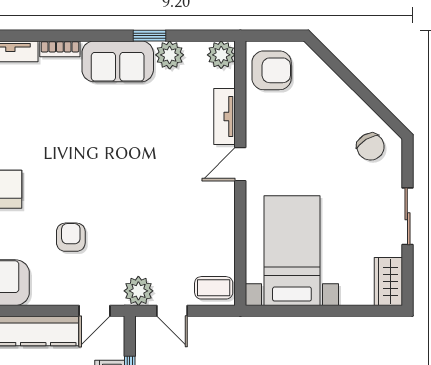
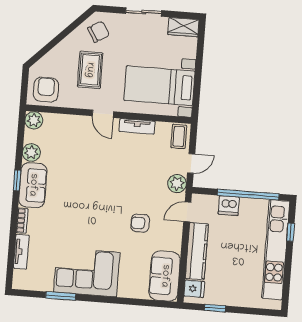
window: (150, 36) -> (17, 180), moved
tv unit: (225, 117) -> (137, 126), moved
rug: (309, 138) -> (90, 70), added
door: (95, 311) -> (187, 212), swing flipped

